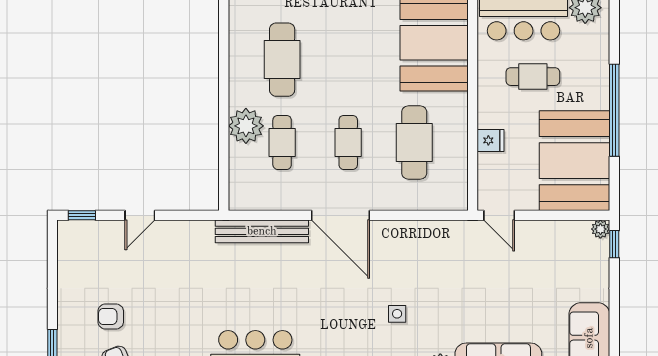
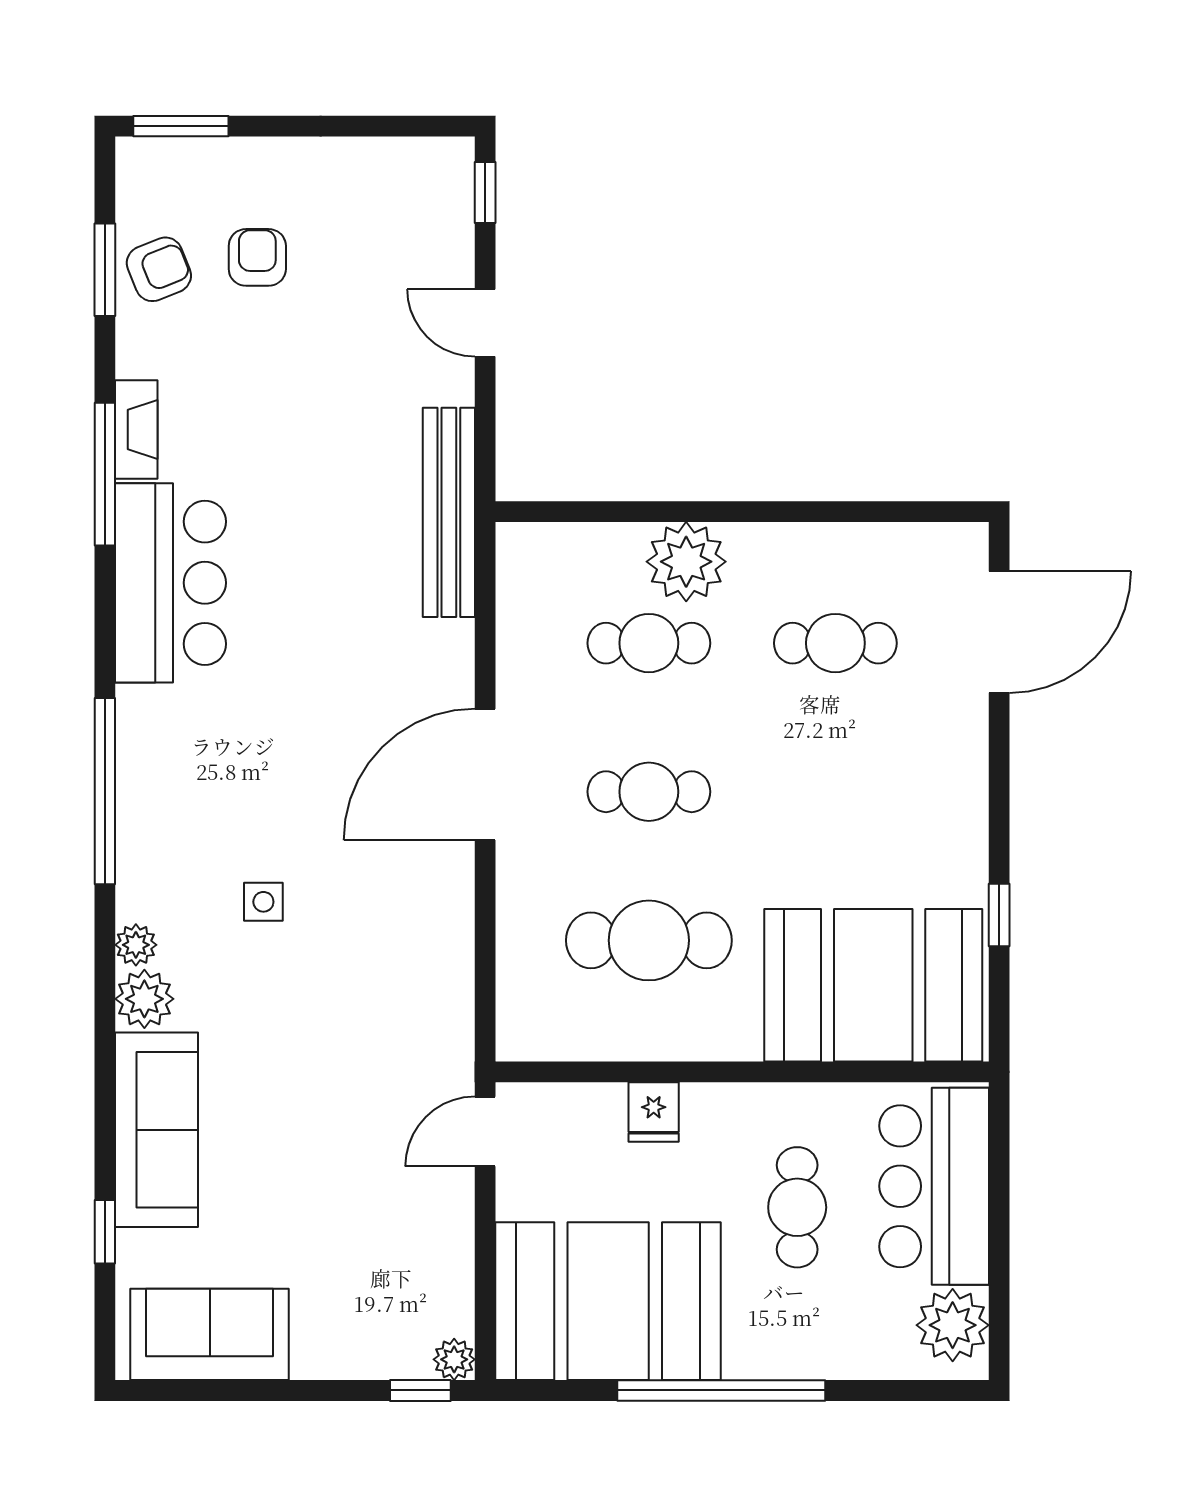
cafe table: (282, 60) -> (835, 643), width x0.73, depth x0.74
bench: (262, 231) -> (449, 512), moved

